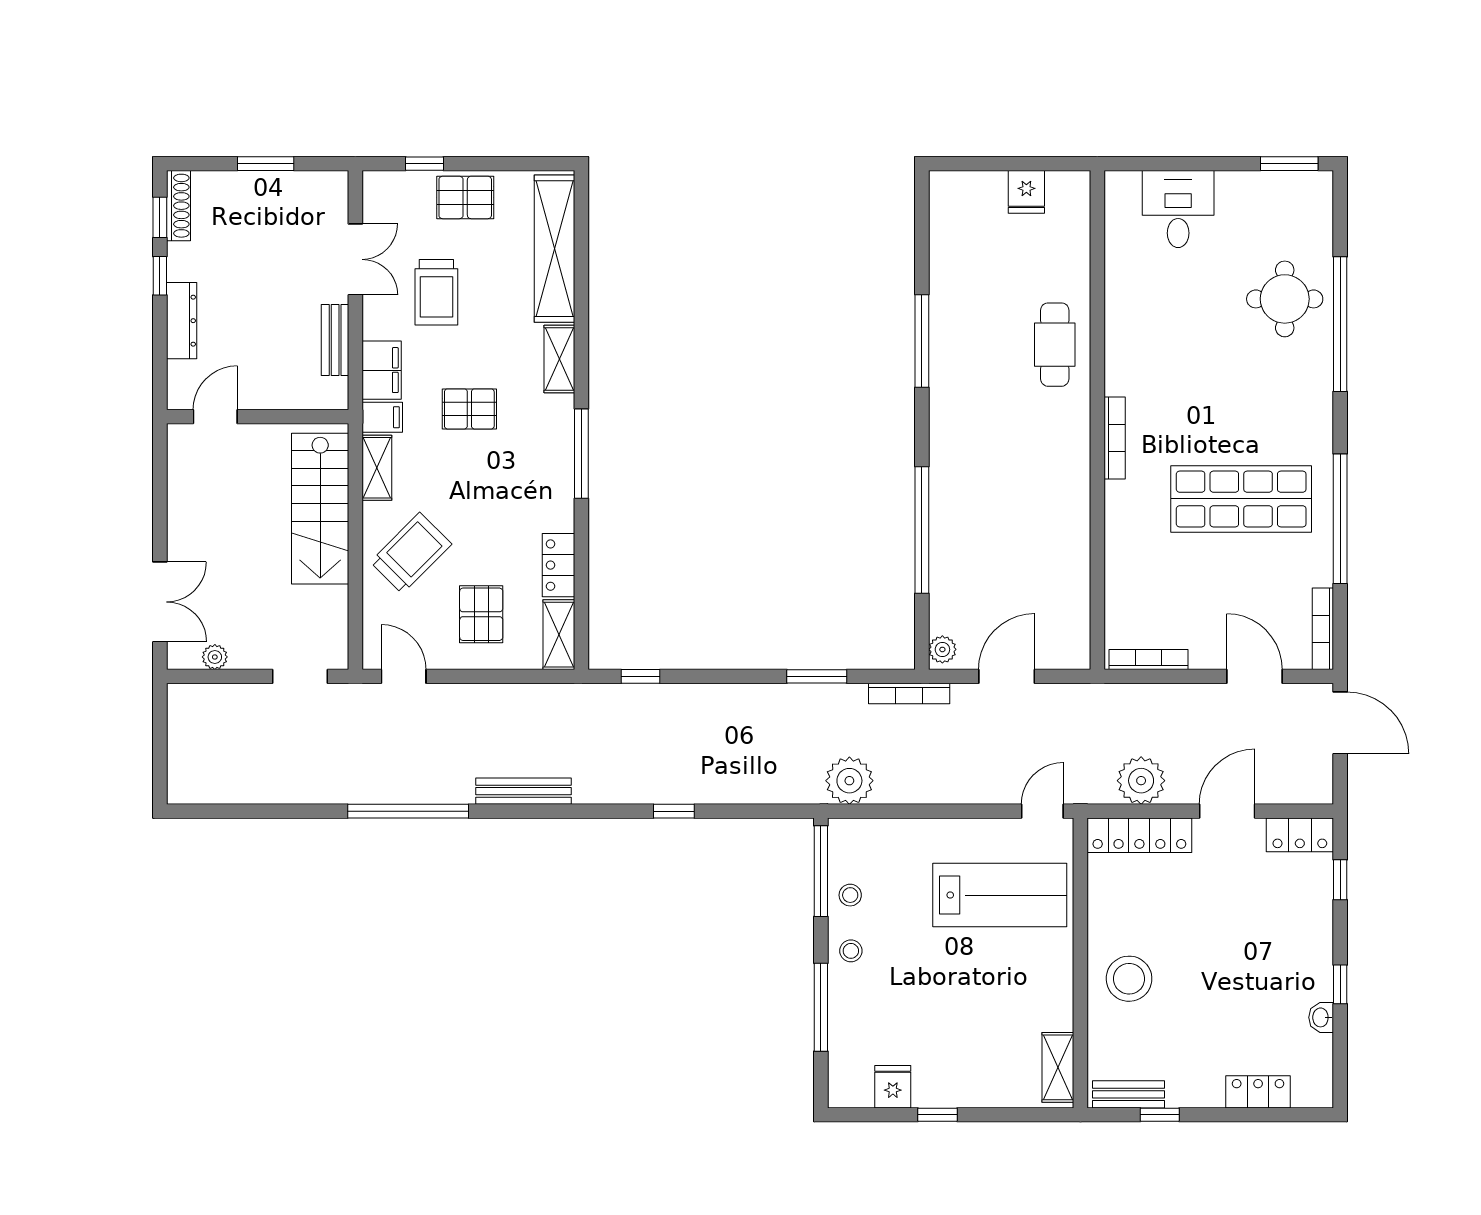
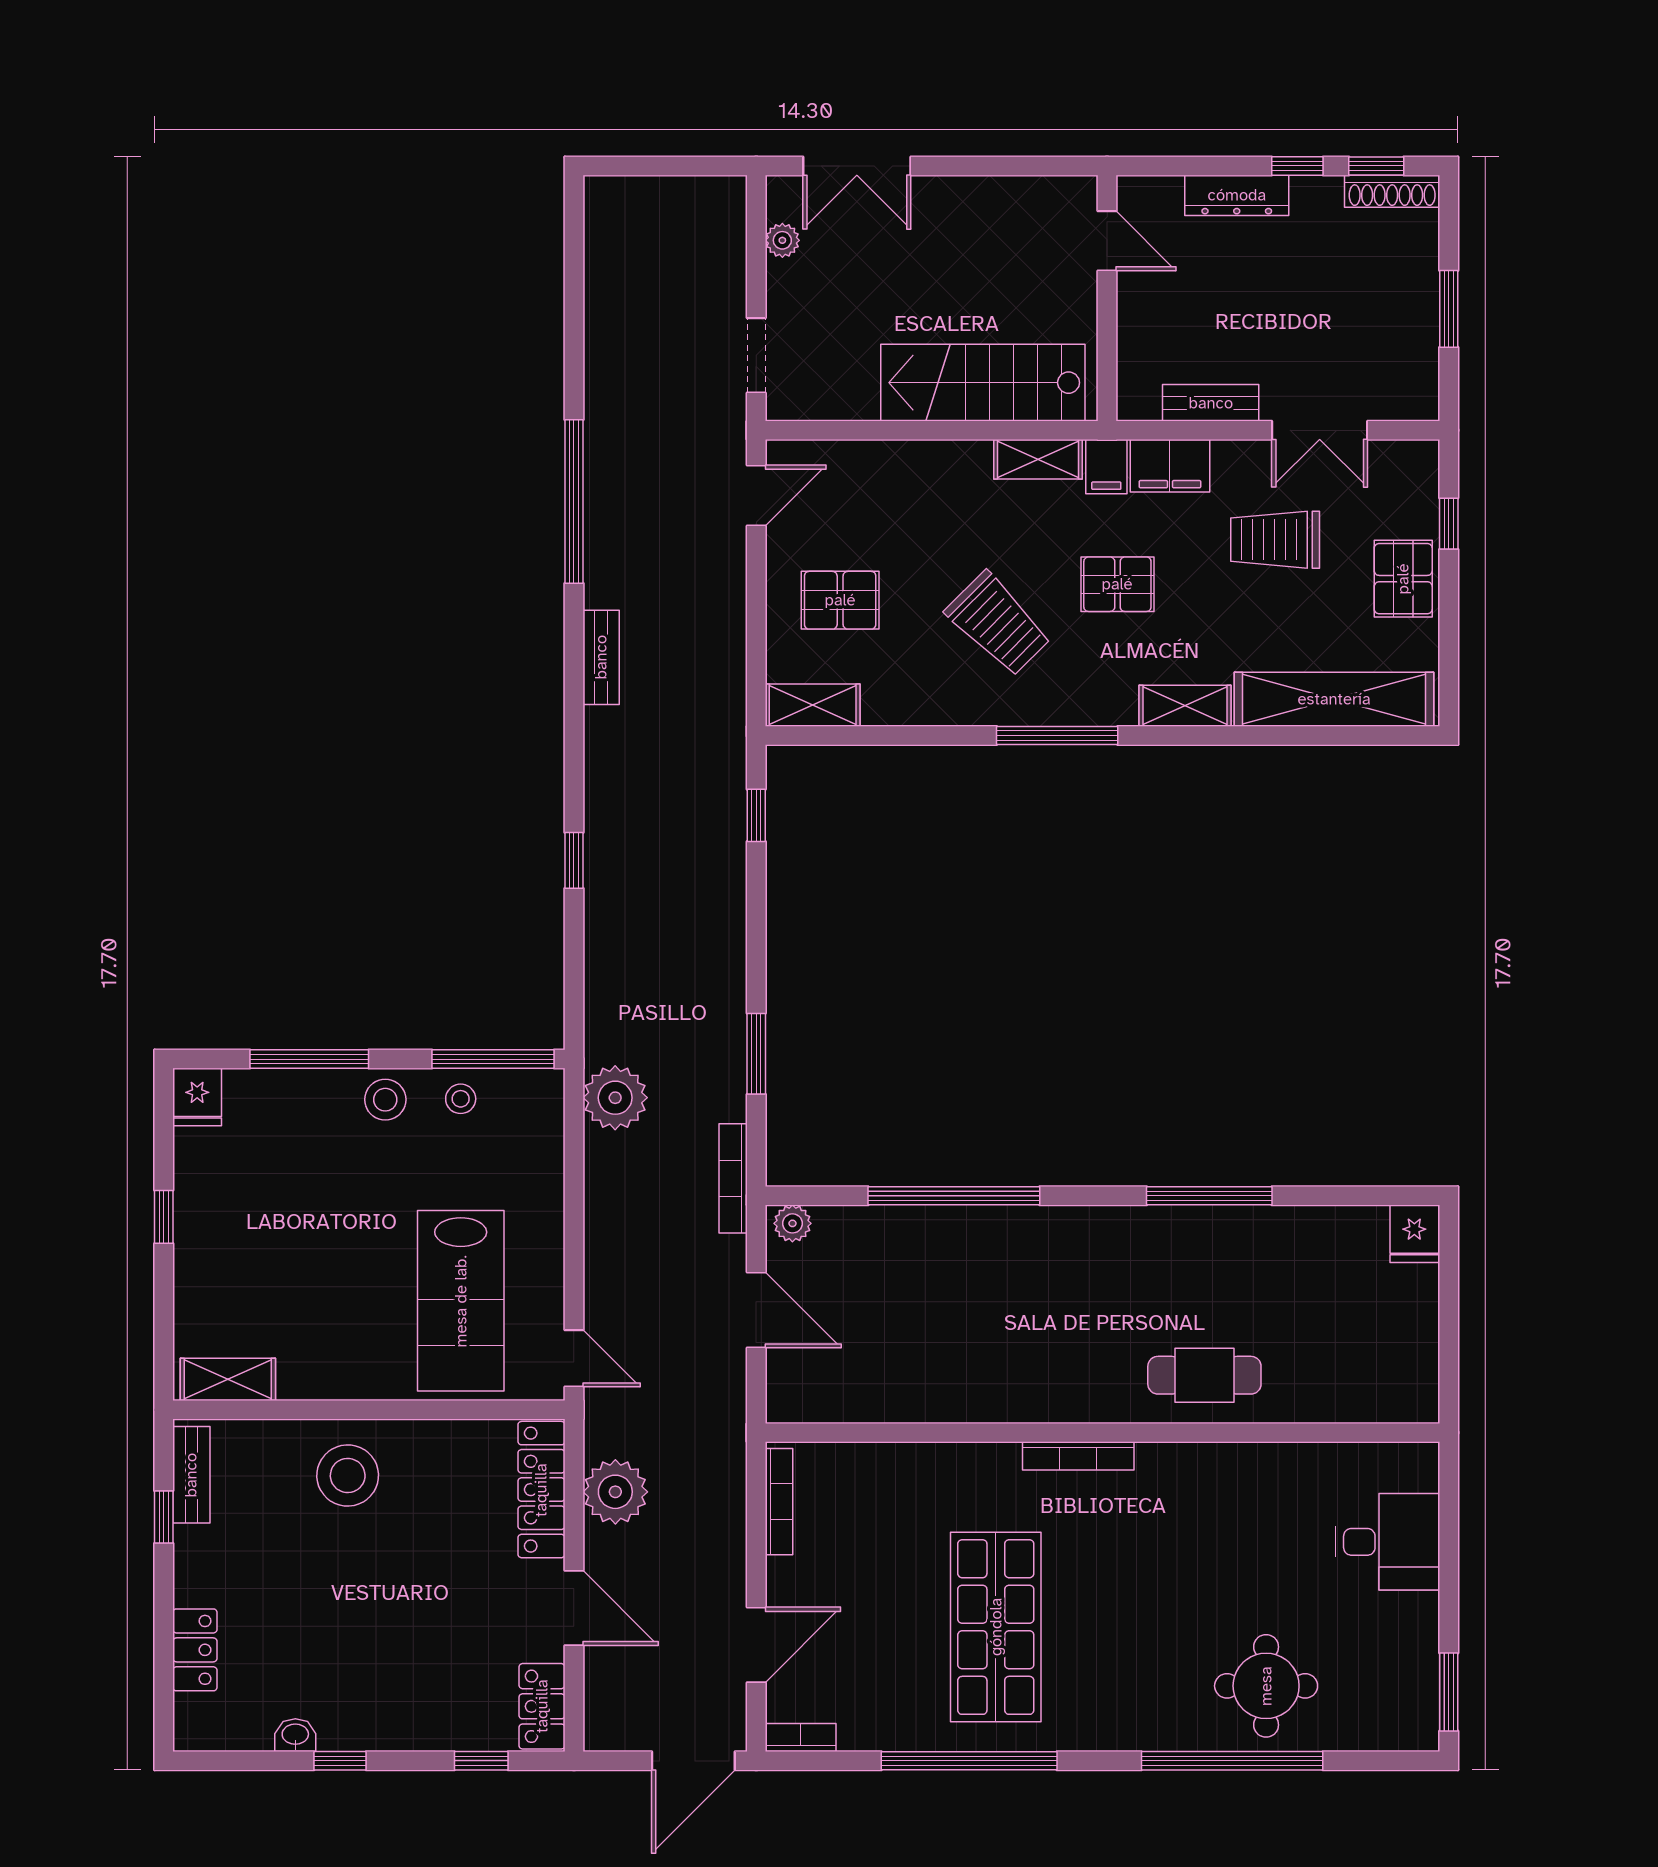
fridge: (1026, 192) -> (1414, 1234), moved, turned -90
pallet: (469, 409) -> (1117, 584), turned 90
trolley: (411, 553) -> (998, 624), moved
locker: (559, 565) -> (907, 705), removed
bookcase: (1323, 629) -> (801, 1737), width x0.64
bench: (523, 791) -> (601, 657), width x0.73
stool: (851, 951) -> (385, 1100), width x1.37, depth x1.37
fridge: (893, 1087) -> (197, 1097), moved, turned 90

